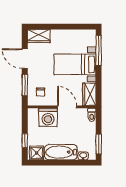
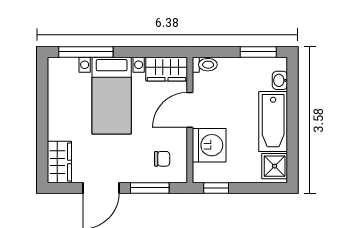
window: (25, 141) -> (216, 188), moved

